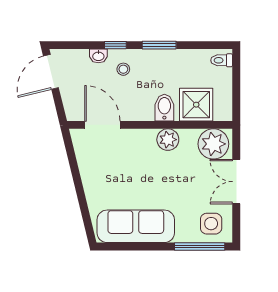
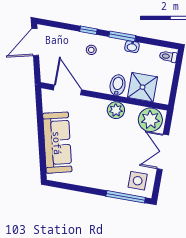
washbasin: (98, 56) -> (132, 47), moved
sofa: (136, 226) -> (57, 143), moved, turned 76

